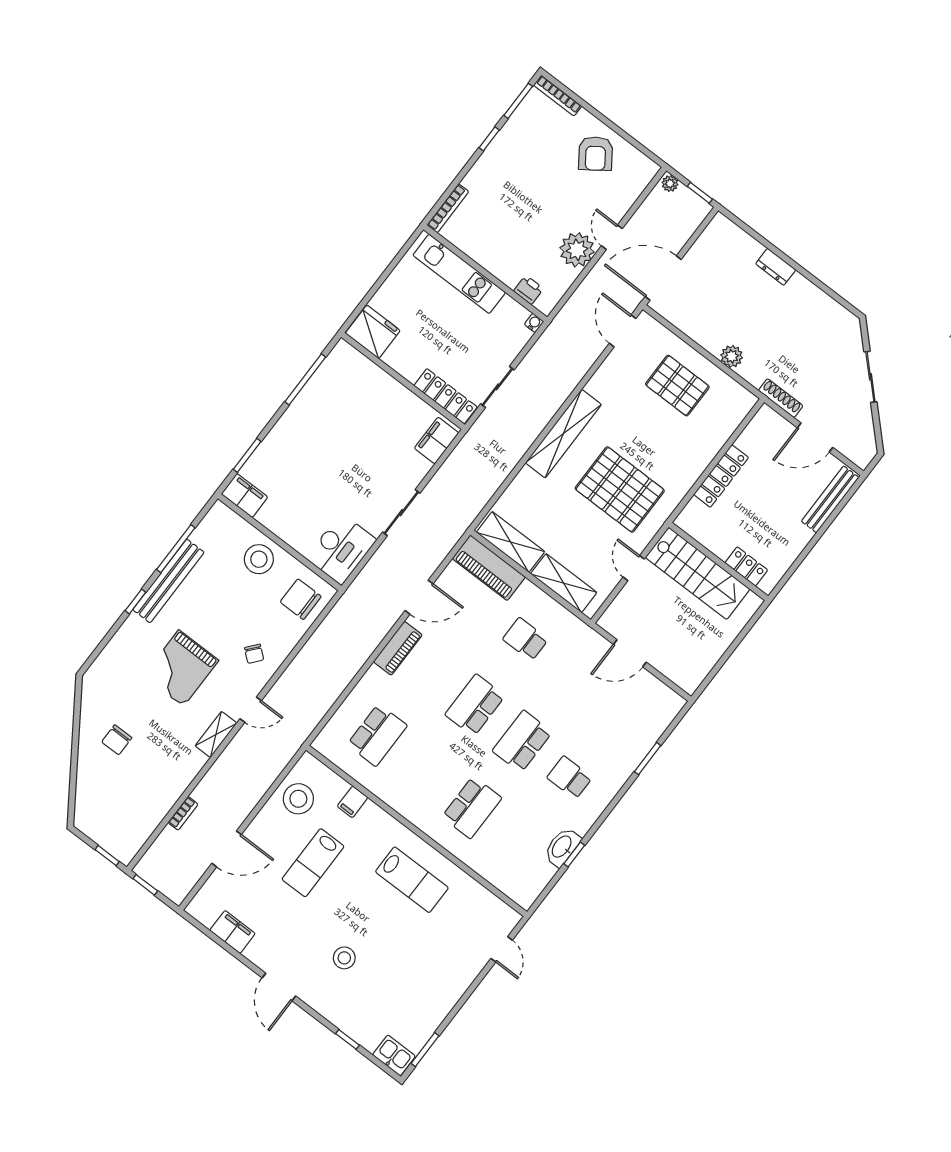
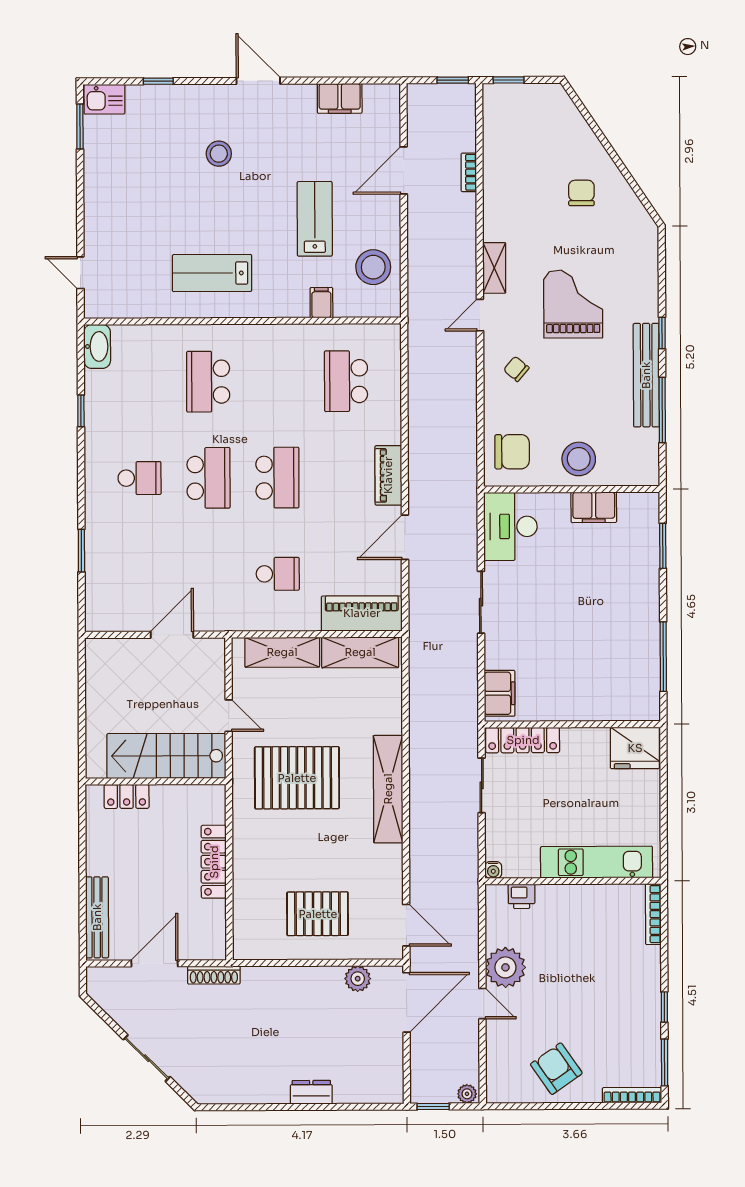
plant: (732, 356) -> (358, 979), moved
filing cabinet: (244, 496) -> (594, 507), moved
washbasin: (562, 847) -> (97, 346), moved

